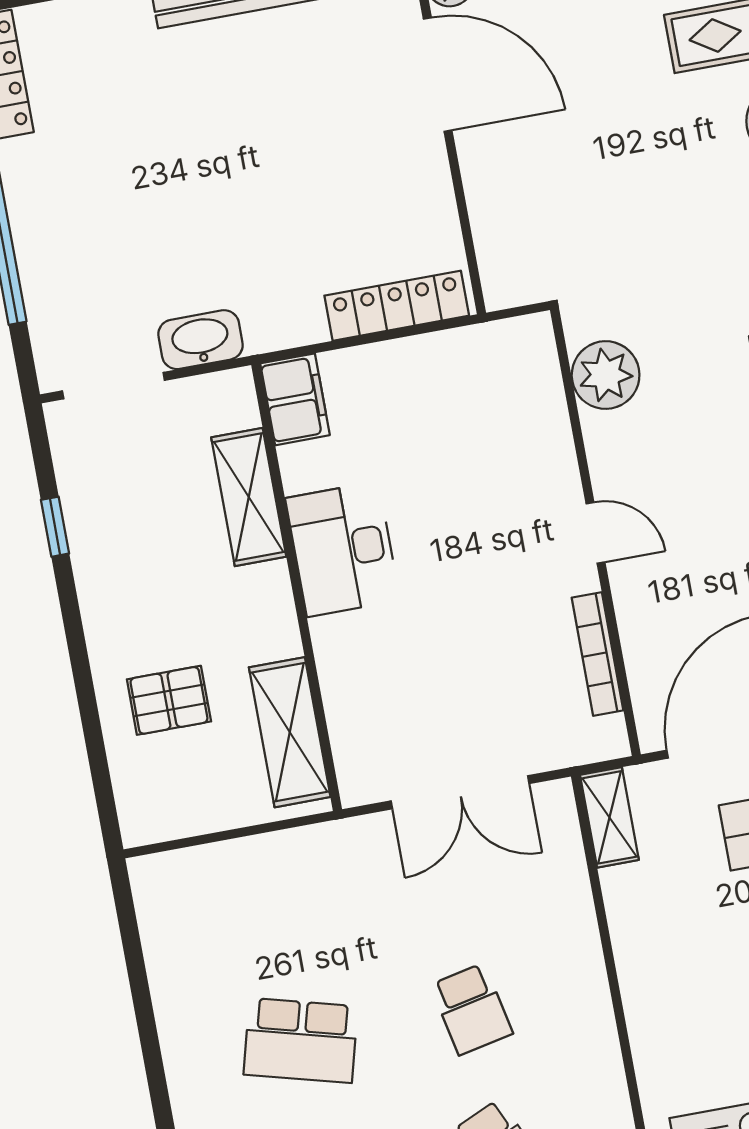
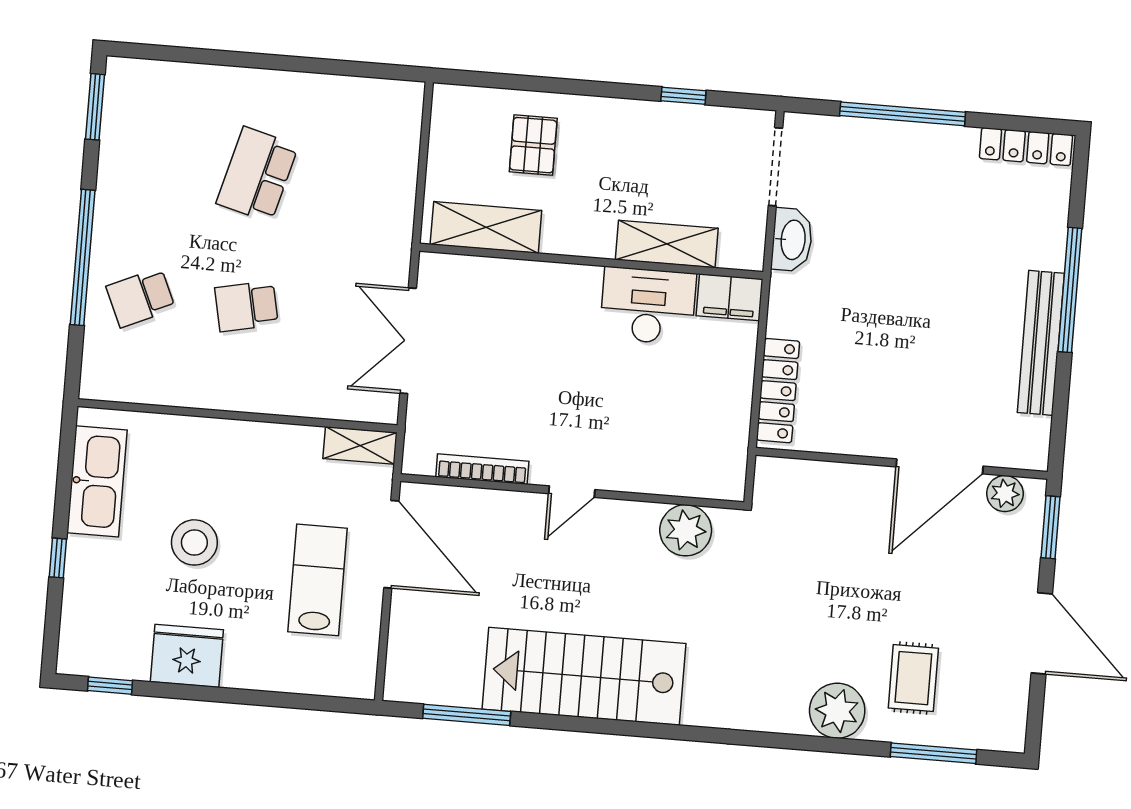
desk: (343, 549) -> (648, 306), moved

